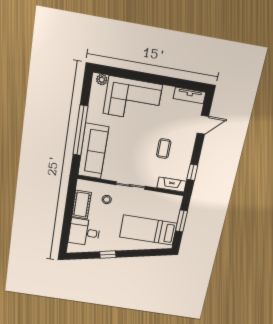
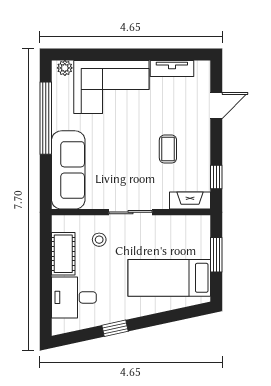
tv unit: (189, 95) -> (172, 68), moved
window: (80, 130) -> (46, 118), moved

